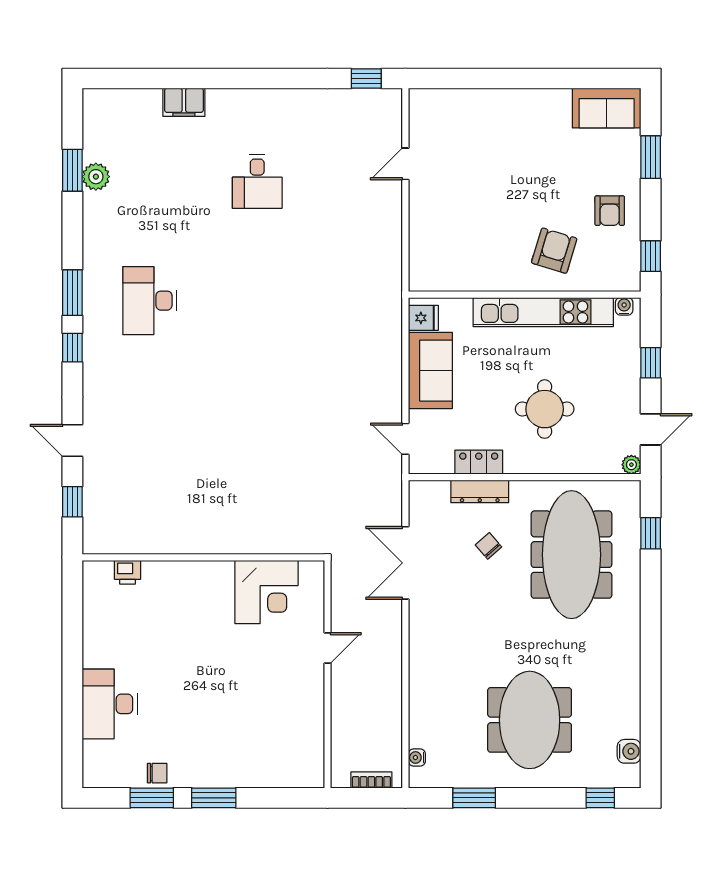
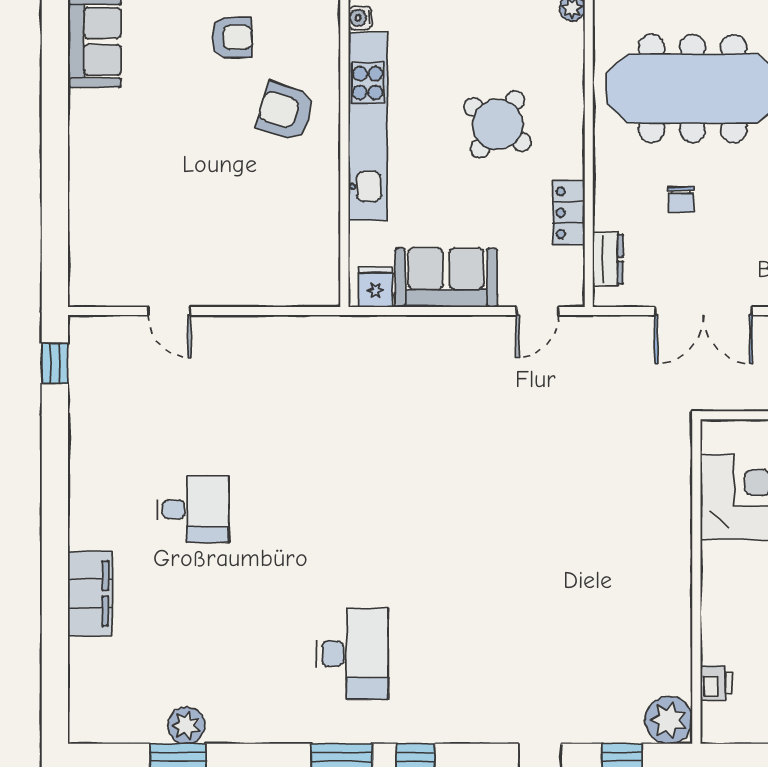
filing cabinet: (184, 102) -> (90, 593), width x1.50, depth x1.17
desk: (150, 301) -> (352, 654), turned -90
round table: (545, 409) -> (498, 124), turned 36
dresser: (480, 491) -> (608, 259), moved, width x0.70
plant: (100, 537) -> (669, 720), added
chair: (489, 546) -> (681, 200), turned -49

